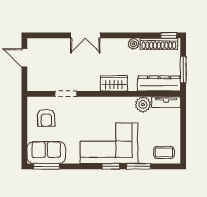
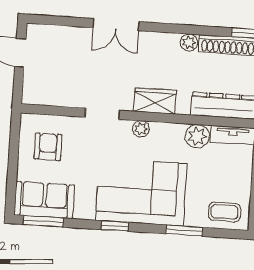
doorway: (66, 94) -> (102, 114), moved
plant: (106, 102) -> (141, 129), added
armchair: (46, 118) -> (48, 147), turned 180
window: (111, 166) -> (115, 226), moved

